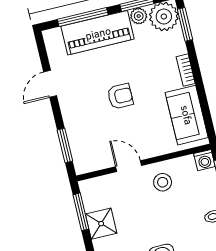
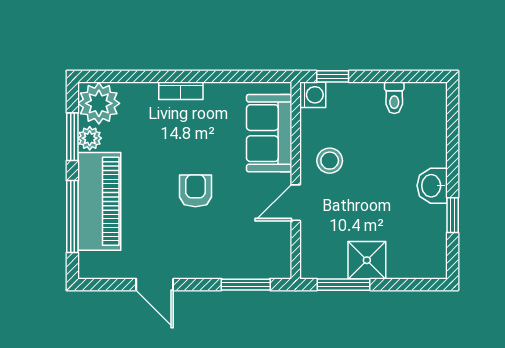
window: (185, 24) -> (117, 76), removed
sofa: (187, 115) -> (269, 133), moved, turned 90

